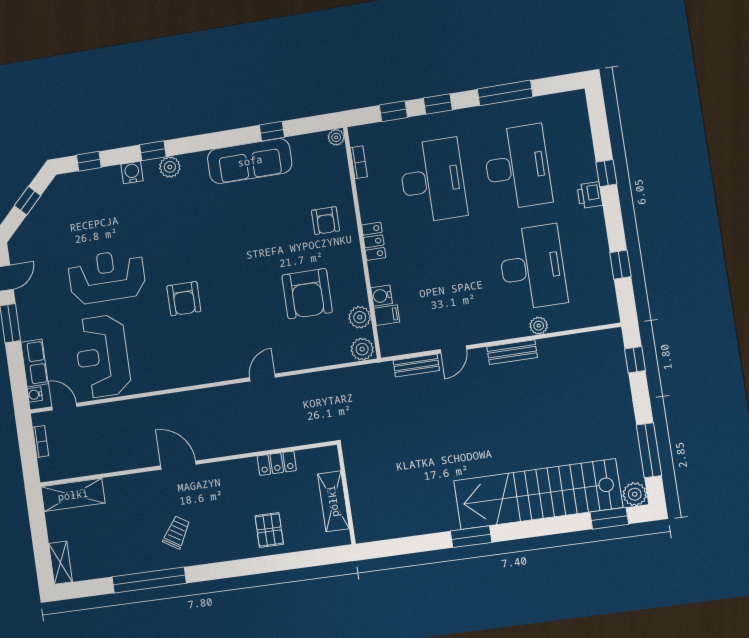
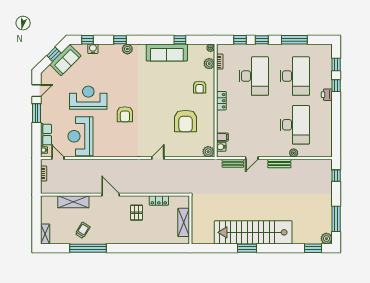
water cooler: (132, 172) -> (93, 49), moved
sofa: (51, 209) -> (65, 60), added
window: (620, 265) -> (336, 65), moved
water cooler: (382, 296) -> (221, 147), moved
plant: (360, 317) -> (209, 64), moved
stairs: (538, 494) -> (253, 232), moved
shelving: (73, 495) -> (73, 202), moved
pallet: (269, 530) -> (136, 213), moved
trolley: (177, 532) -> (83, 230), moved

